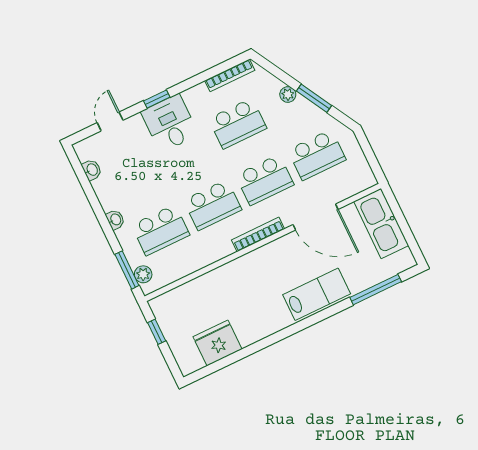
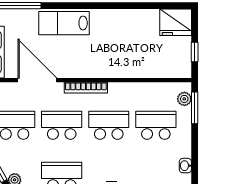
washbasin: (115, 220) -> (185, 166), moved
fridge: (217, 343) -> (176, 22), moved

